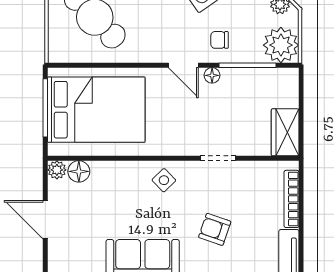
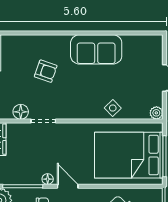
floor lamp: (79, 171) -> (21, 112), moved
side table: (164, 180) -> (113, 108), moved

